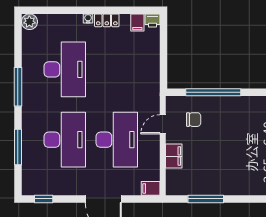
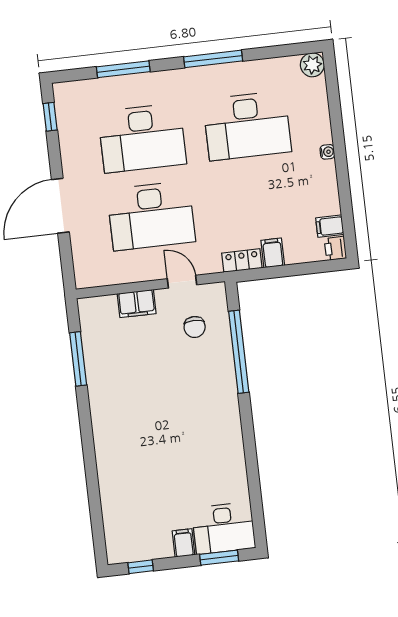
locker: (107, 20) -> (242, 261), moved, turned 90
filing cabinet: (151, 188) -> (273, 253), moved

